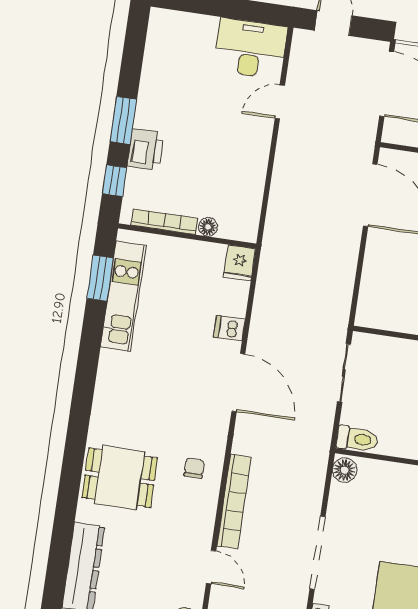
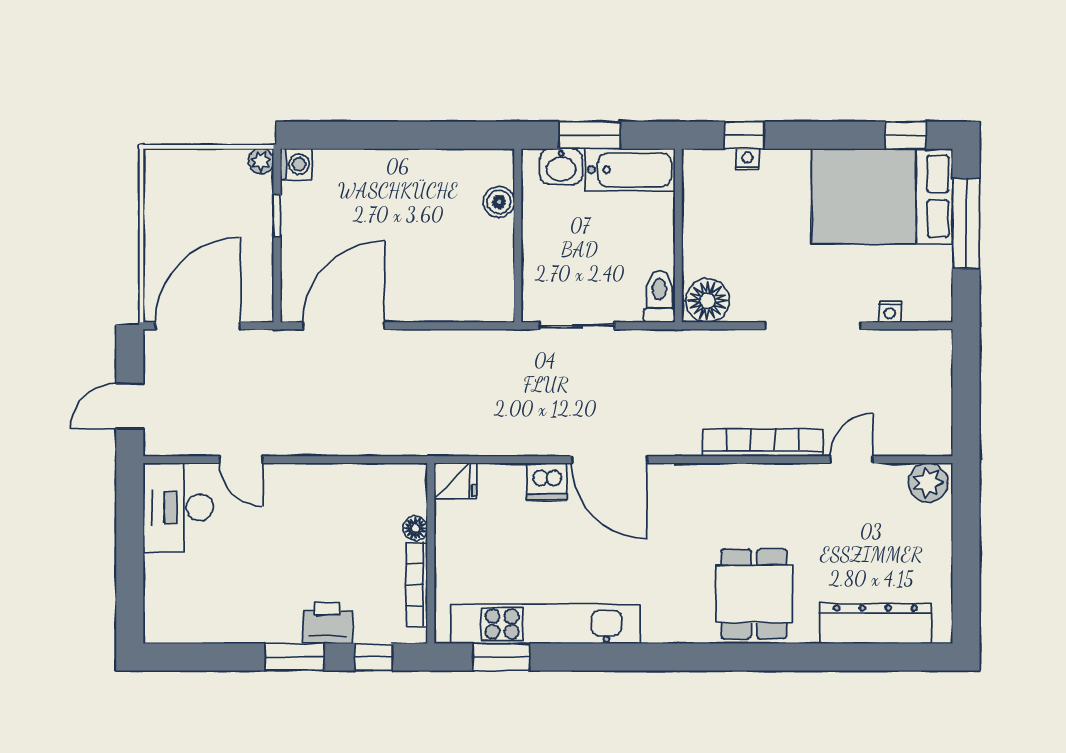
kitchen unit: (123, 296) -> (546, 624), width x1.36
dishwasher: (229, 328) -> (547, 482), width x1.38
door: (238, 383) -> (609, 460), swing flipped
chair: (194, 468) -> (728, 500), removed
floor lamp: (345, 470) -> (707, 301), width x1.38, depth x1.38

